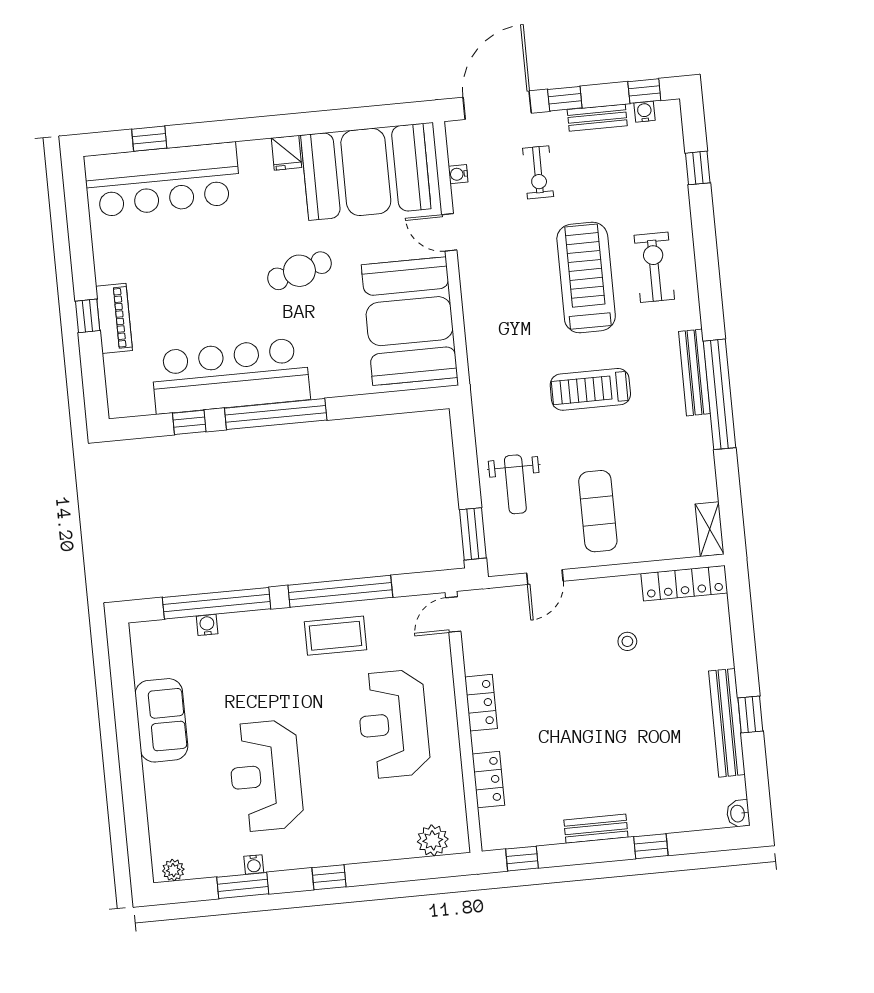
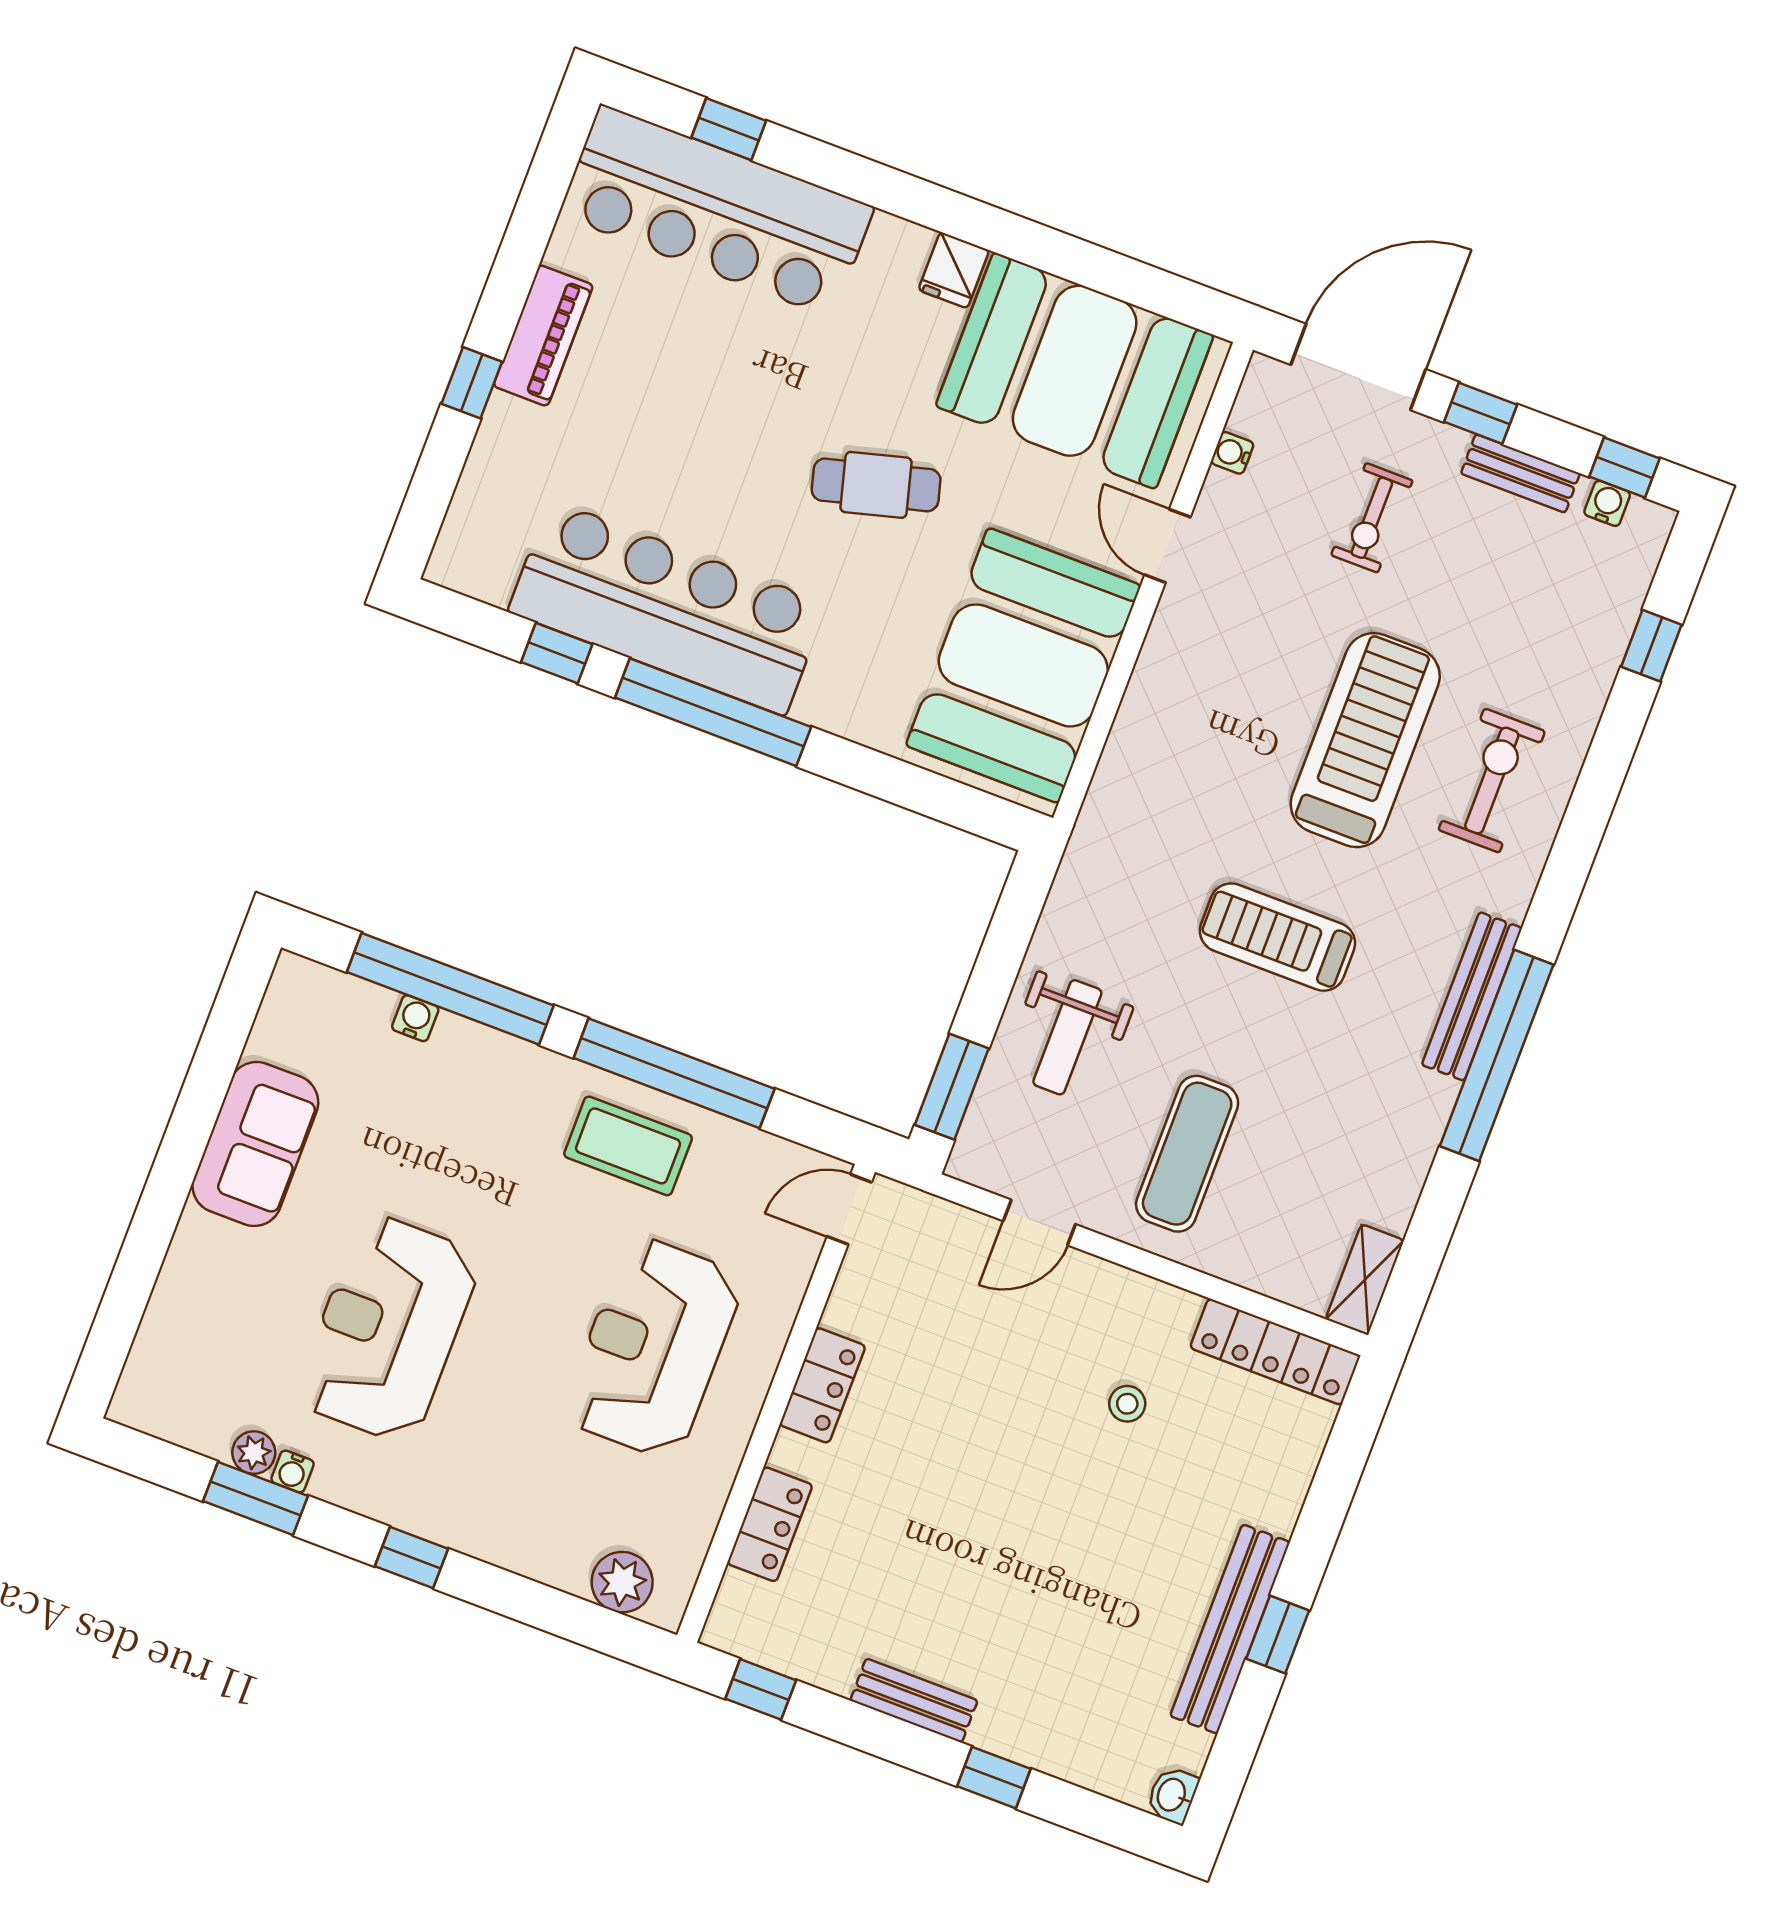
piano: (114, 318) -> (543, 336), moved
plant: (173, 870) -> (254, 1453), moved

